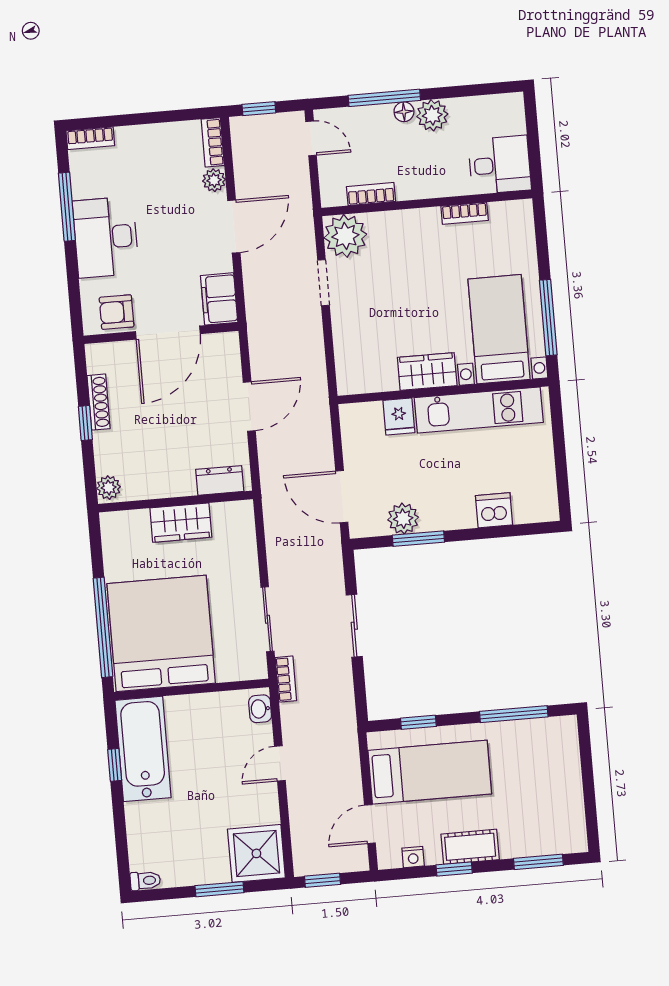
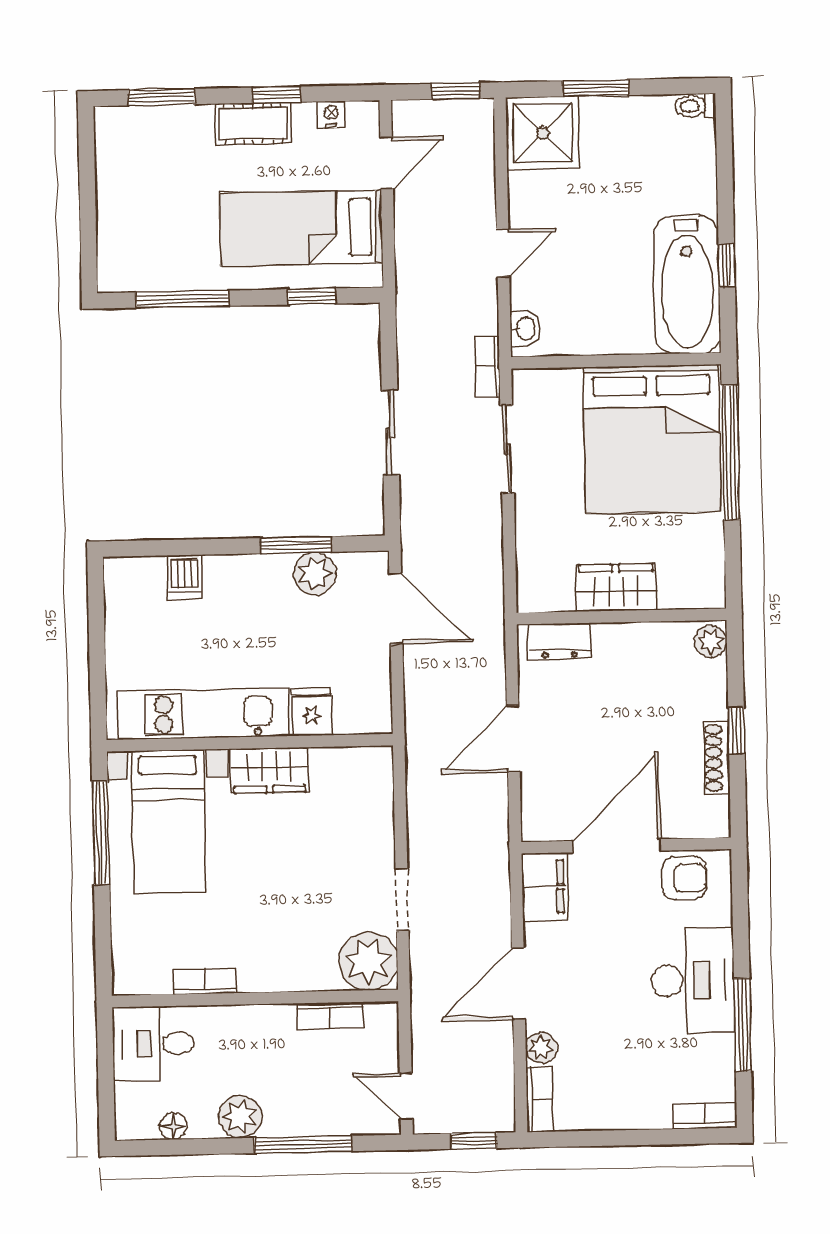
floor lamp: (404, 112) -> (173, 1126), moved
dishwasher: (494, 510) -> (185, 577), width x0.73

